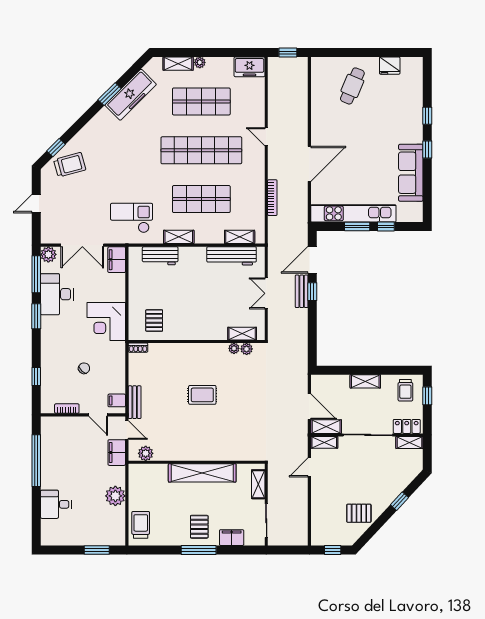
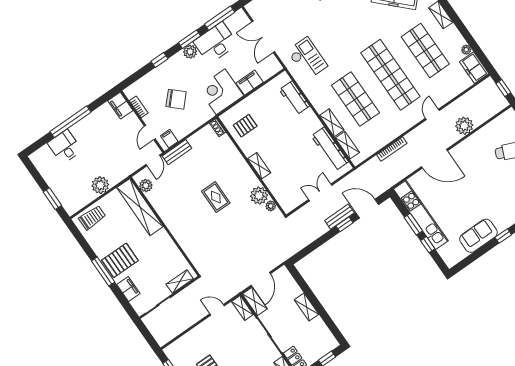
plant: (200, 62) -> (466, 50), moved
plant: (298, 114) -> (464, 126), added
sofa: (411, 173) -> (478, 236), width x0.73
shelving: (179, 237) -> (332, 123), moved
plant: (48, 254) -> (190, 52), moved
filing cabinet: (117, 260) -> (250, 83), moved
shelving: (242, 334) -> (259, 166), moved
plant: (234, 348) -> (259, 196), width x1.88, depth x1.88
chair: (84, 368) -> (176, 99), width x1.87, depth x1.87
window: (36, 377) -> (159, 60), moved
trolley: (405, 390) -> (320, 340), removed
filing cabinet: (117, 453) -> (120, 106), moved, turned -90
window: (36, 461) -> (71, 122), moved
shelving: (202, 473) -> (140, 207), moved
pallet: (199, 527) -> (120, 260), width x1.50, depth x1.42

